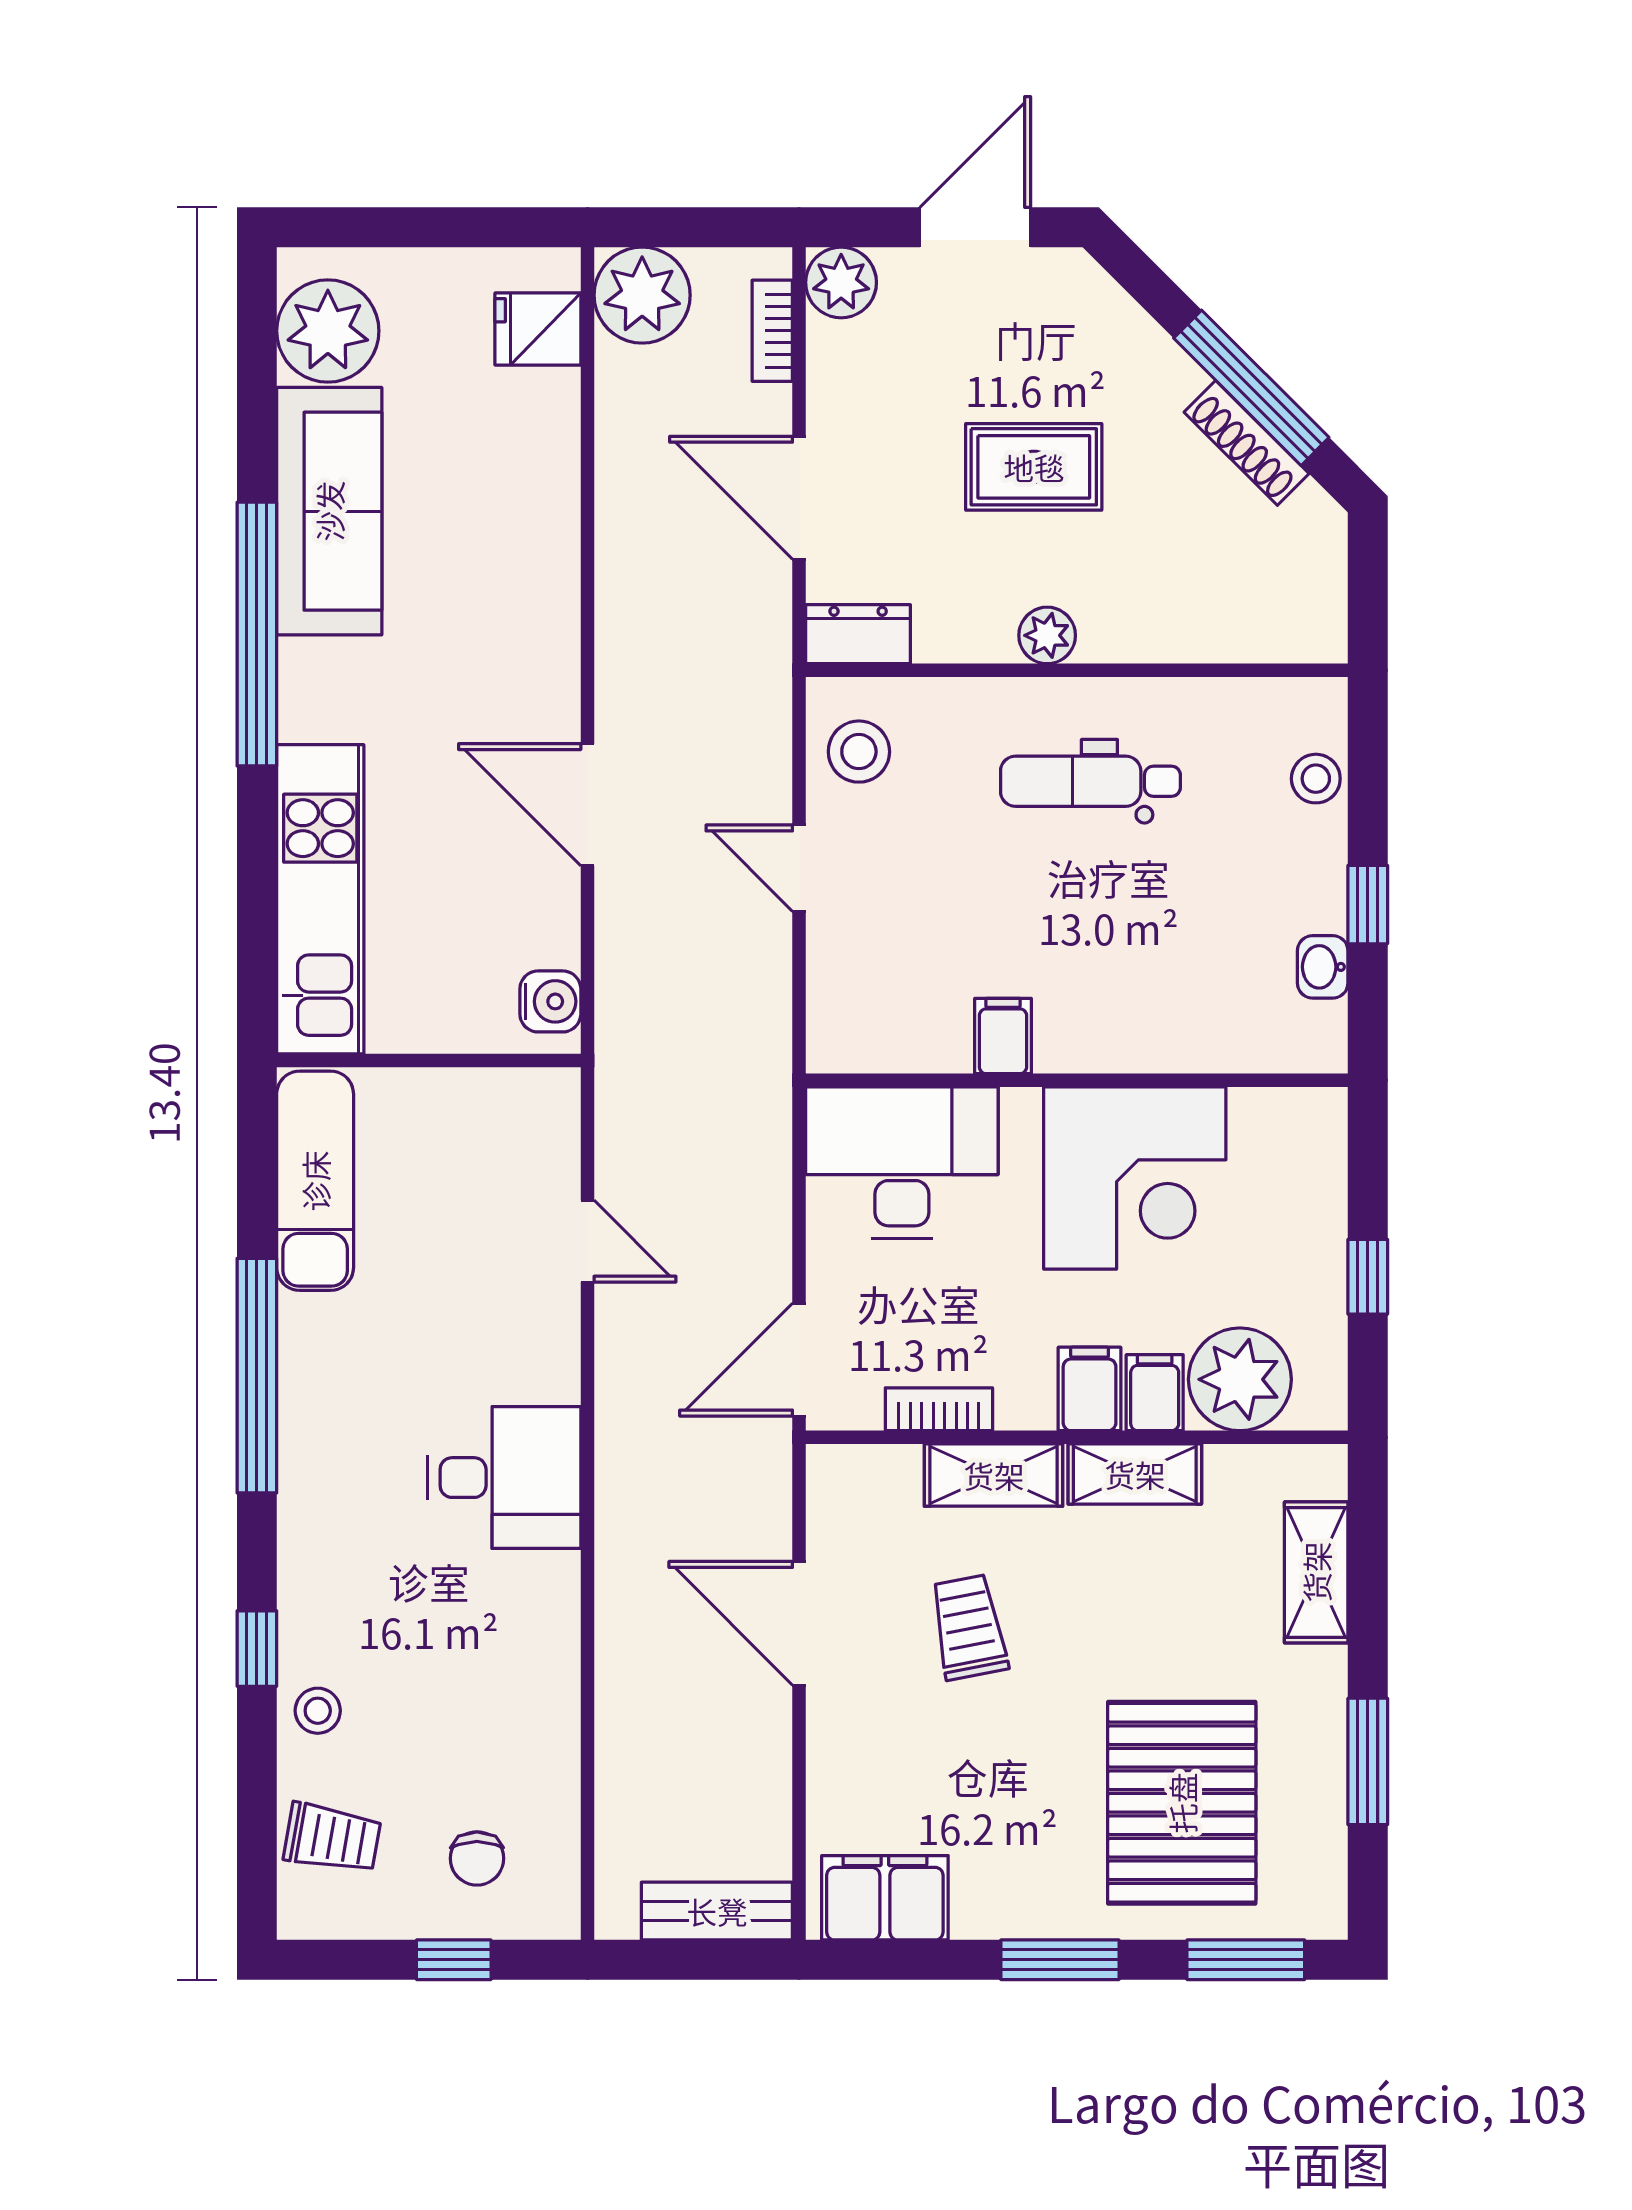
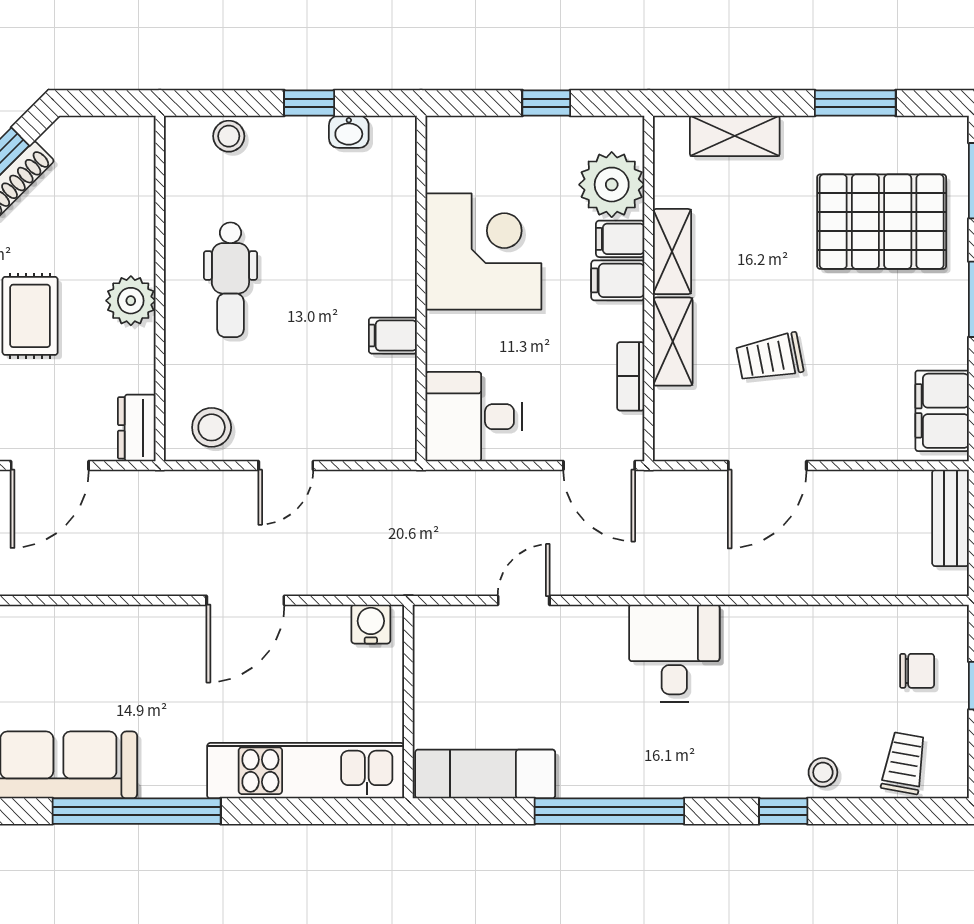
plant: (1047, 635) -> (131, 301), width x1.38, depth x1.38
desk: (902, 1162) -> (473, 417), width x0.73

